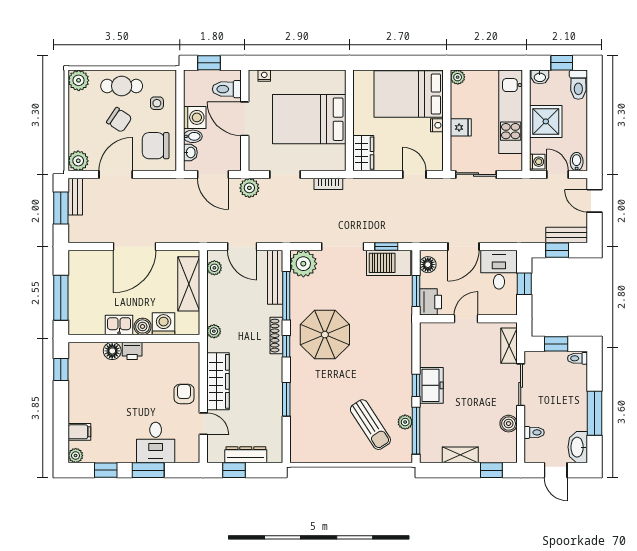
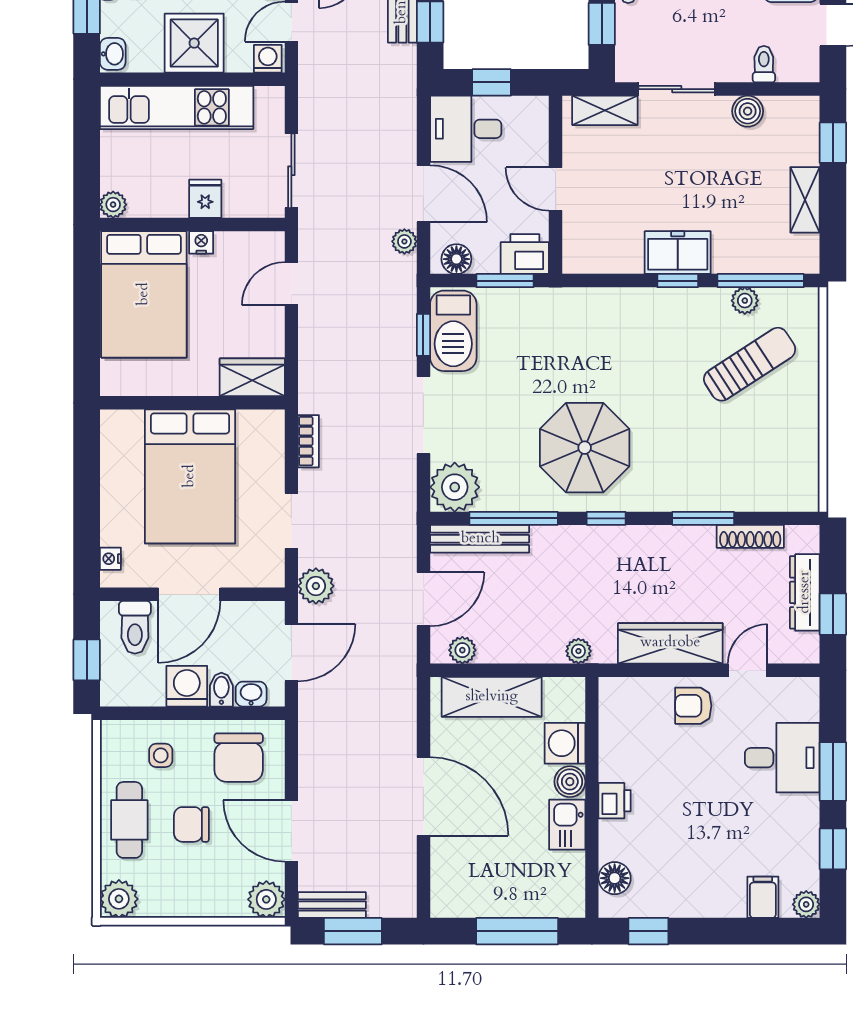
chair: (119, 120) -> (191, 824), turned -124
plant: (437, 236) -> (404, 241), added
shoe rack: (276, 336) -> (750, 536), moved
floor lamp: (112, 351) -> (615, 878), moved

